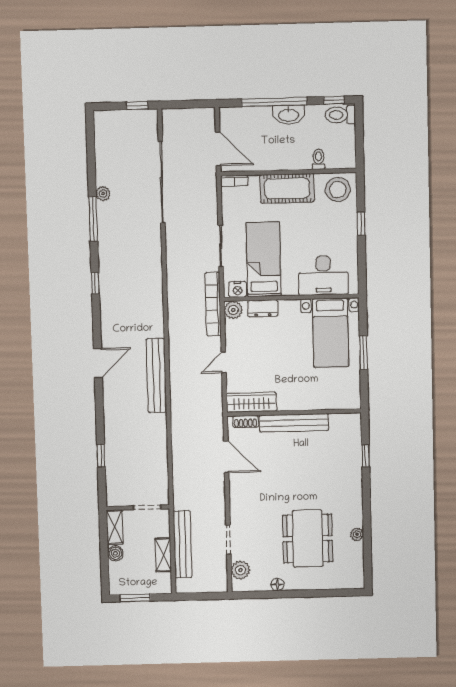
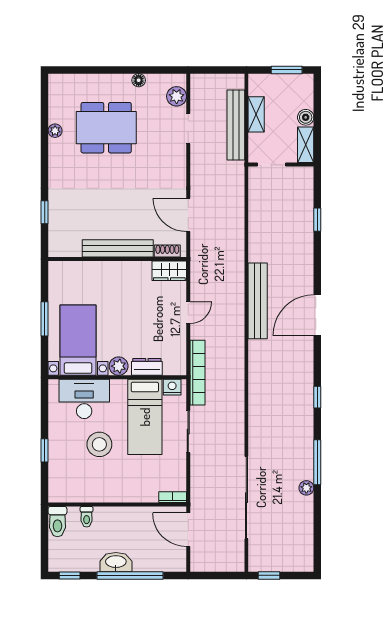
toilet: (340, 115) -> (57, 522), moved, turned 90
cot: (287, 188) -> (119, 488), removed
stool: (338, 190) -> (99, 444), moved
plant: (233, 310) -> (119, 366), moved
door: (98, 363) -> (317, 315), width x1.36
wardrobe: (251, 402) -> (169, 271), width x0.67
dining table: (308, 539) -> (106, 128), turned 90

